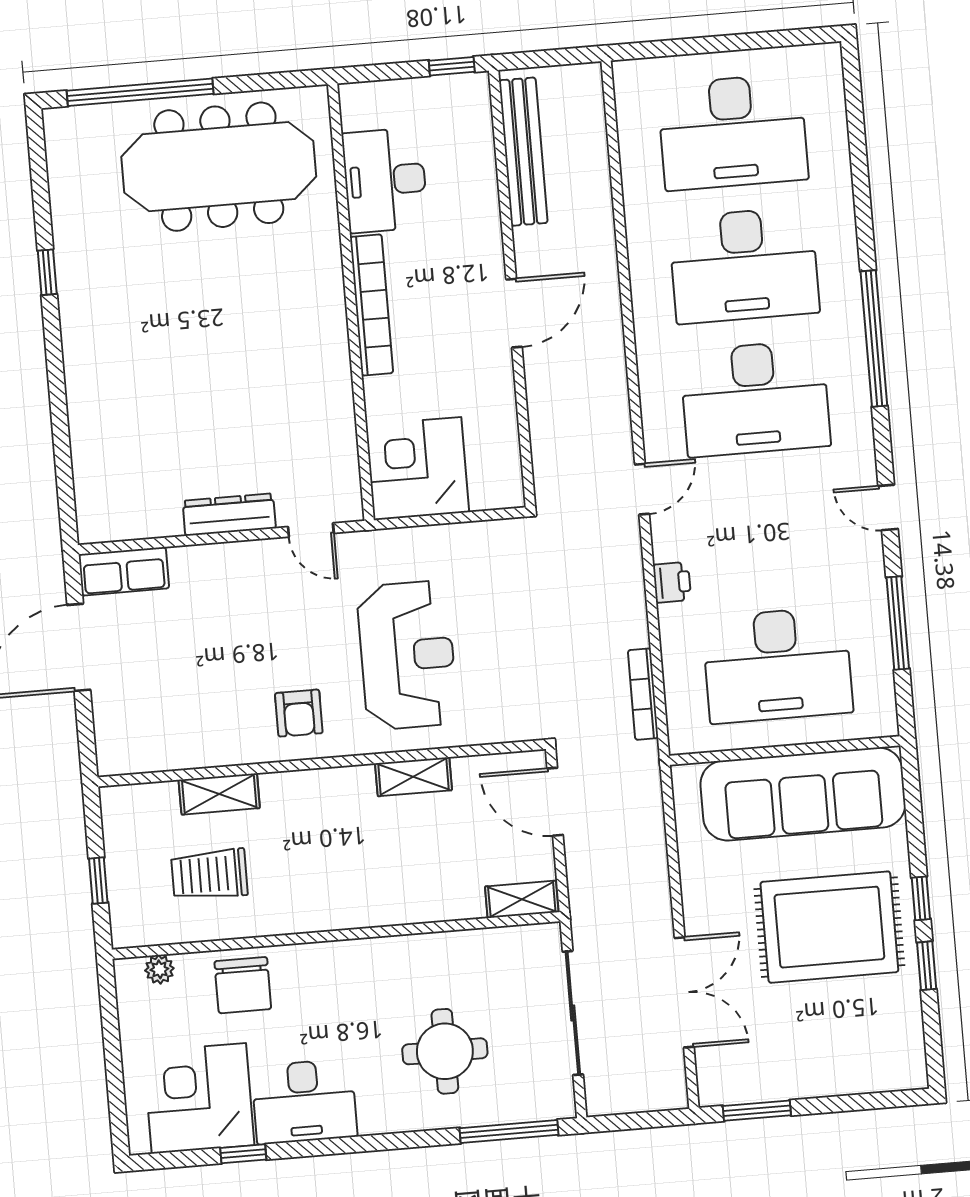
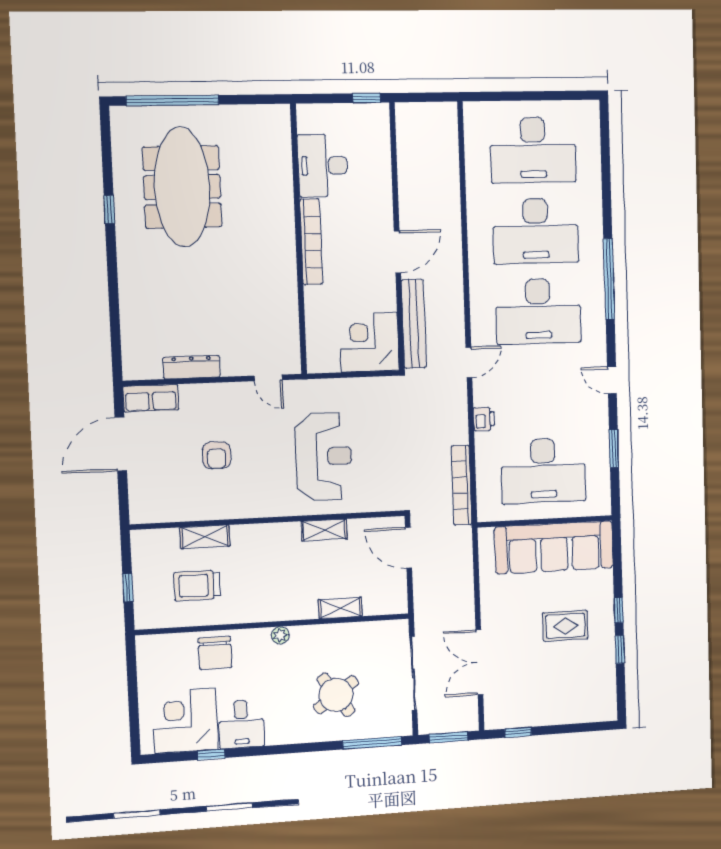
bench: (523, 152) -> (414, 324), moved
meeting table: (219, 167) -> (182, 187), moved, turned 90
corner desk: (417, 469) -> (369, 342), moved
dresser: (229, 515) -> (191, 367), moved
window: (898, 623) -> (614, 449), width x0.69
bookcase: (643, 694) -> (462, 485), width x1.48, depth x1.31
armchair: (299, 713) -> (217, 455), moved
shelving: (522, 899) -> (340, 608), moved
rug: (829, 927) -> (565, 626), width x0.54, depth x0.49
plant: (159, 969) -> (280, 635), moved
double door: (684, 992) -> (479, 662), swing flipped
round table: (445, 1051) -> (336, 695), turned -35
desk: (304, 1101) -> (241, 724), width x0.73
window: (757, 1111) -> (518, 732), width x0.67
window: (638, 1121) -> (448, 737), added

